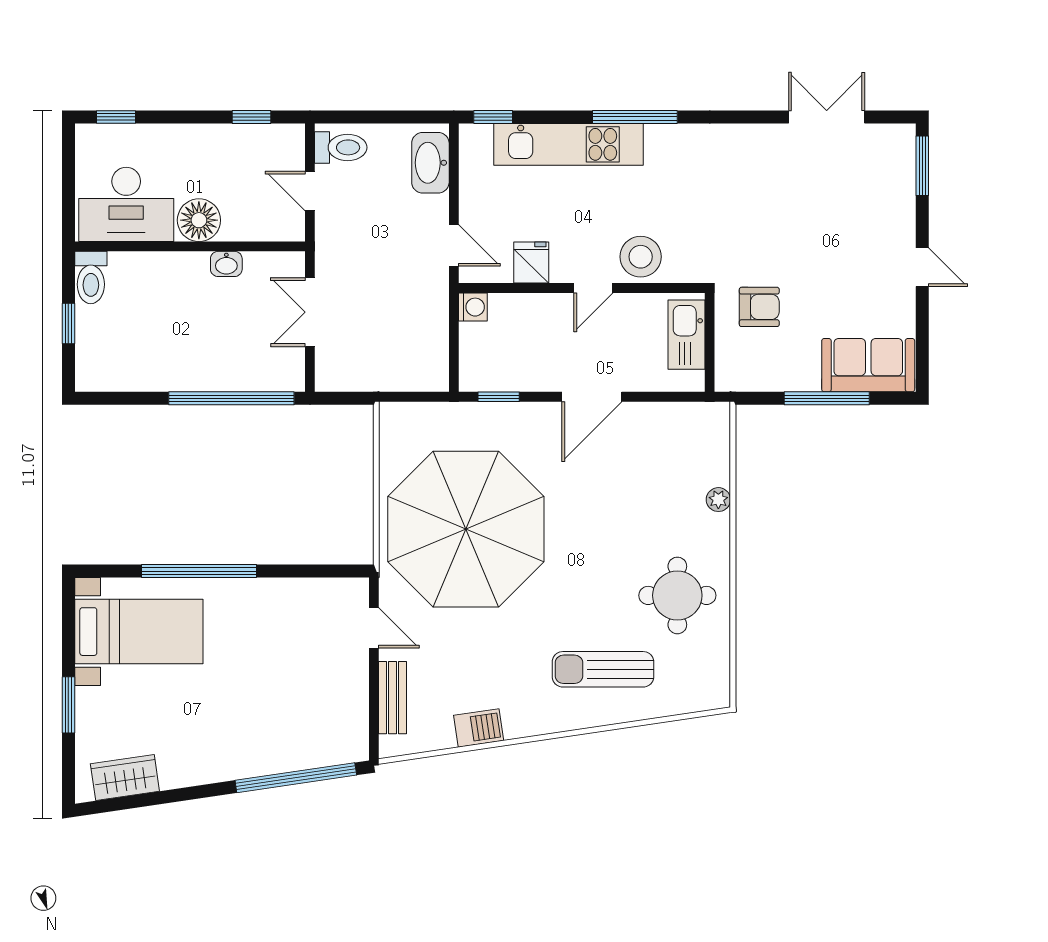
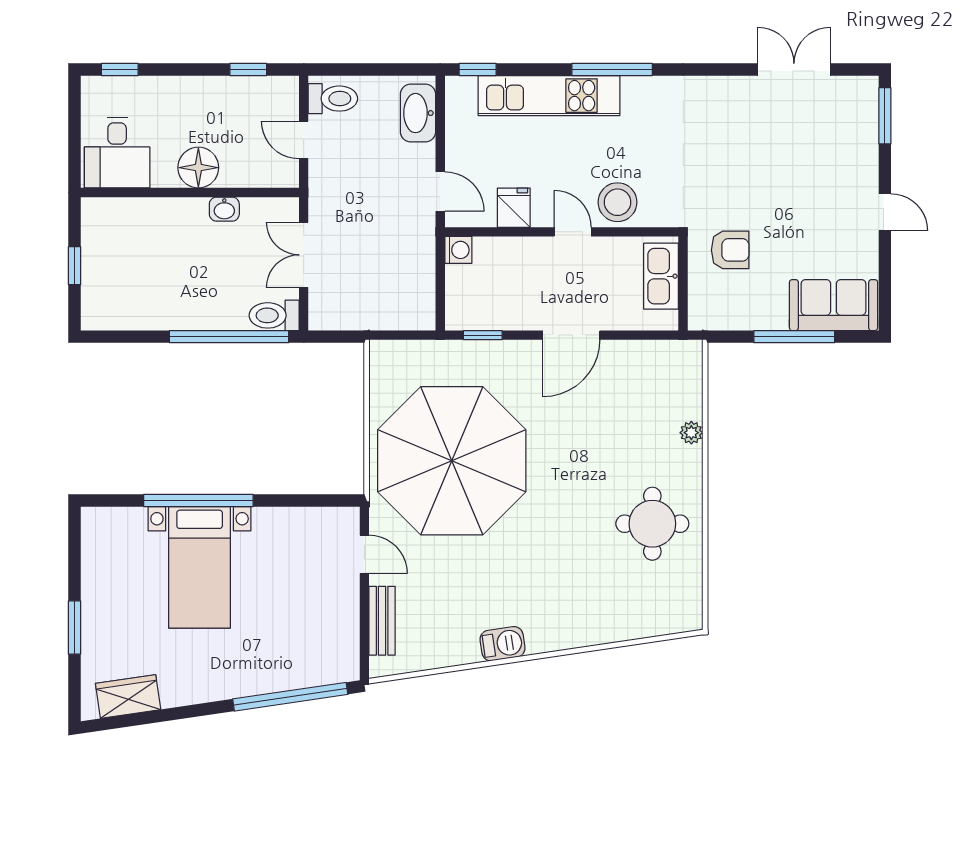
desk: (126, 204) -> (117, 153), width x0.73
toilet: (91, 278) -> (274, 315), moved, turned 90
door: (593, 288) -> (573, 232), swing flipped
bed with nightstands: (139, 632) -> (200, 567), moved, turned 90
sun lounger: (603, 669) -> (582, 594), removed
barbecue: (479, 728) -> (503, 644), moved

